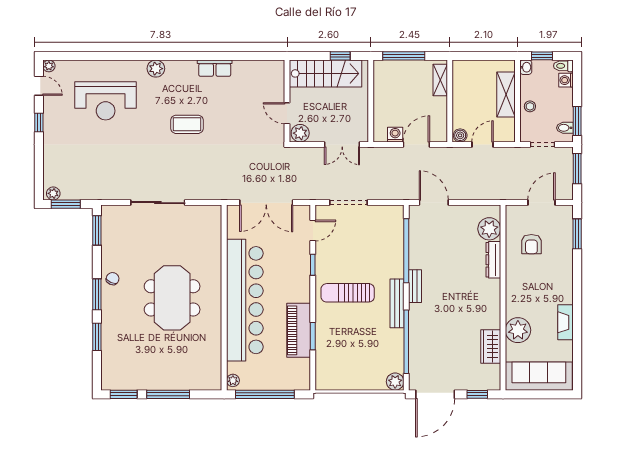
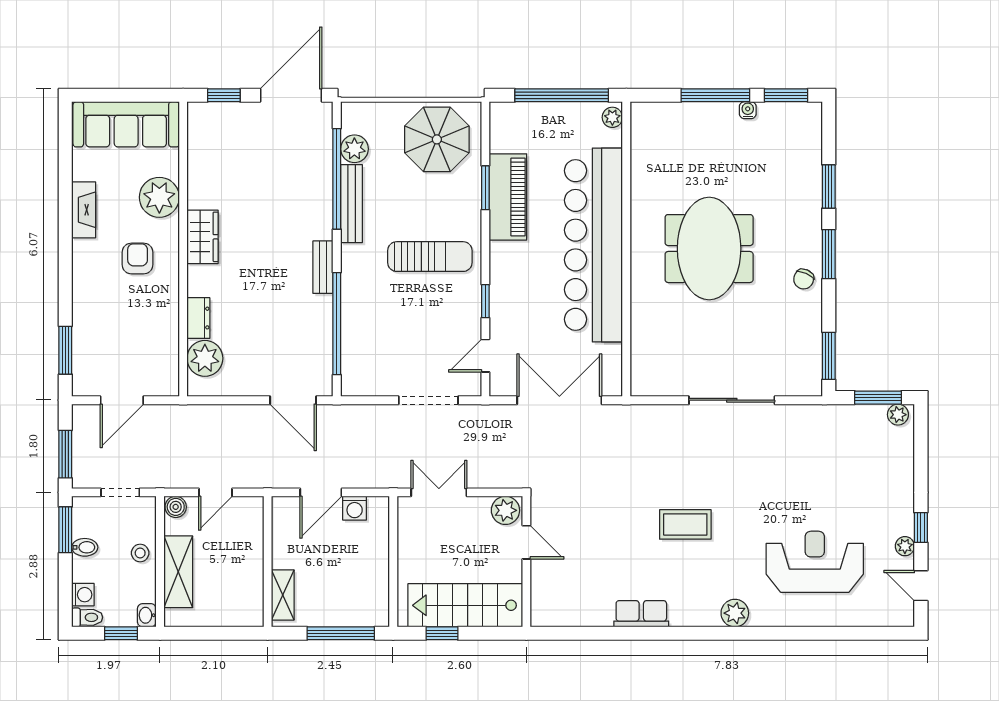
plant: (49, 66) -> (905, 546), moved
bidet: (565, 128) -> (85, 547), moved
boiler: (460, 135) -> (176, 507), moved
armchair: (531, 244) -> (138, 258), moved
dresser: (493, 260) -> (198, 318), width x0.70
bench: (397, 303) -> (352, 204), moved
wardrobe: (491, 346) -> (203, 237), moved
parasol: (343, 367) -> (437, 139), added
plant: (395, 382) -> (354, 149), moved
water cooler: (148, 385) -> (748, 110), added

